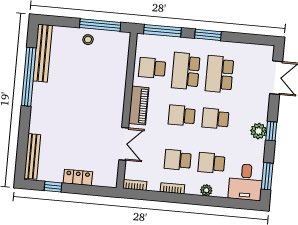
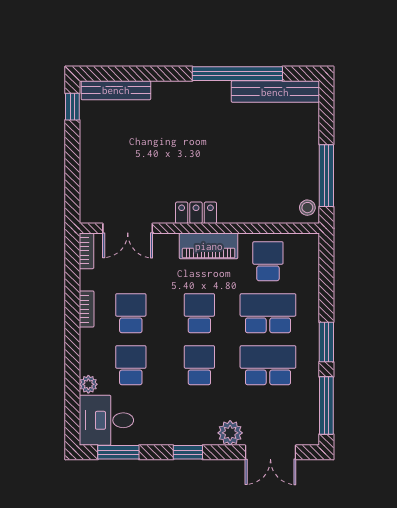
window: (162, 31) -> (326, 405), moved
stool: (88, 40) -> (307, 208), moved
plant: (259, 131) -> (230, 433), moved
double door: (124, 144) -> (128, 228), moved
locker: (78, 177) -> (196, 213), moved, turned -90
window: (53, 187) -> (72, 107), moved
plant: (206, 190) -> (88, 384), moved

